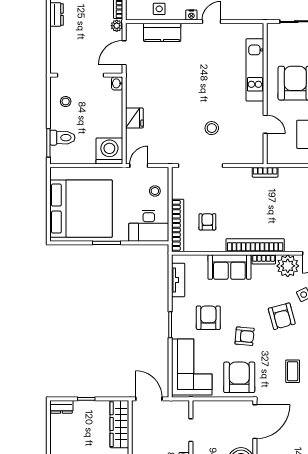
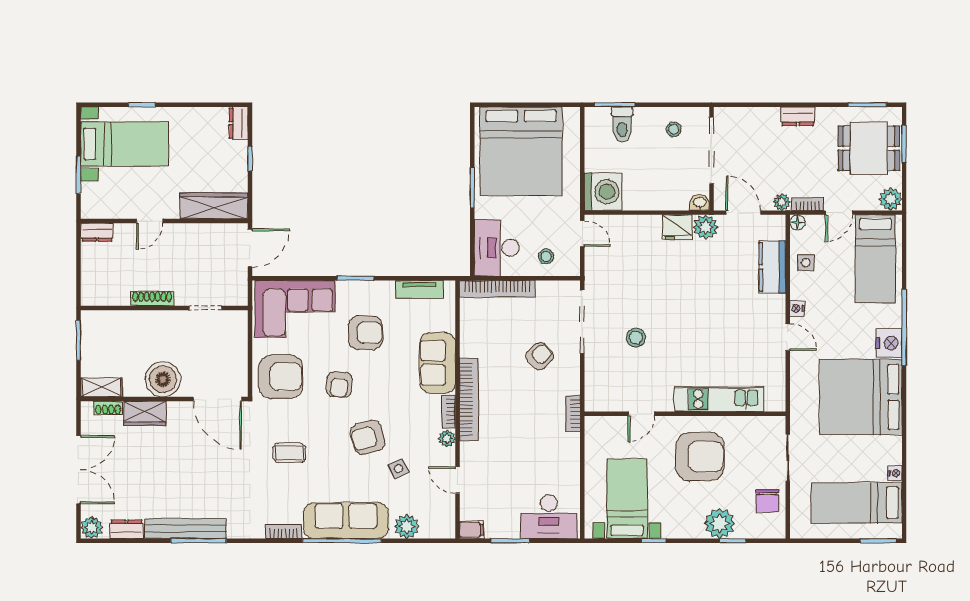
floor lamp: (131, 15) -> (797, 222), added
plant: (134, 79) -> (706, 227), added
fridge: (134, 118) -> (677, 227), moved
armchair: (207, 222) -> (540, 356), moved, turned -46
plant: (288, 266) -> (447, 438), width x0.53, depth x0.53

